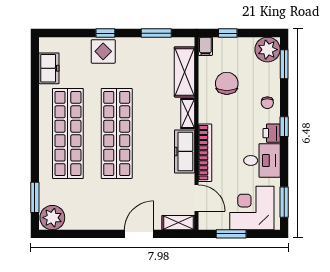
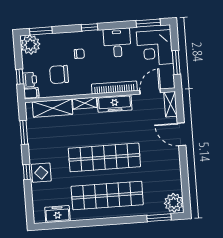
chair: (267, 103) -> (79, 54), moved
printer: (272, 133) -> (30, 80), moved, turned -90

